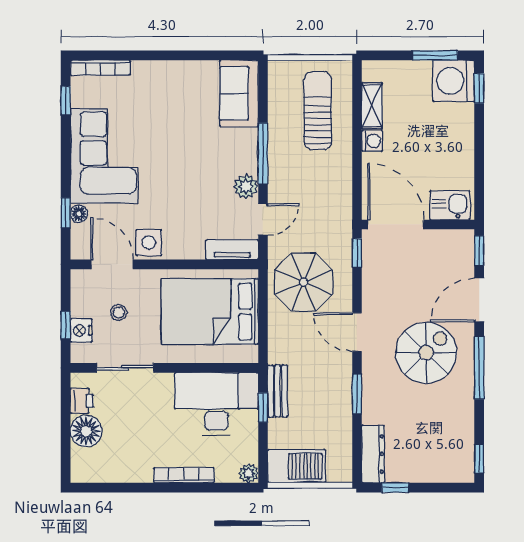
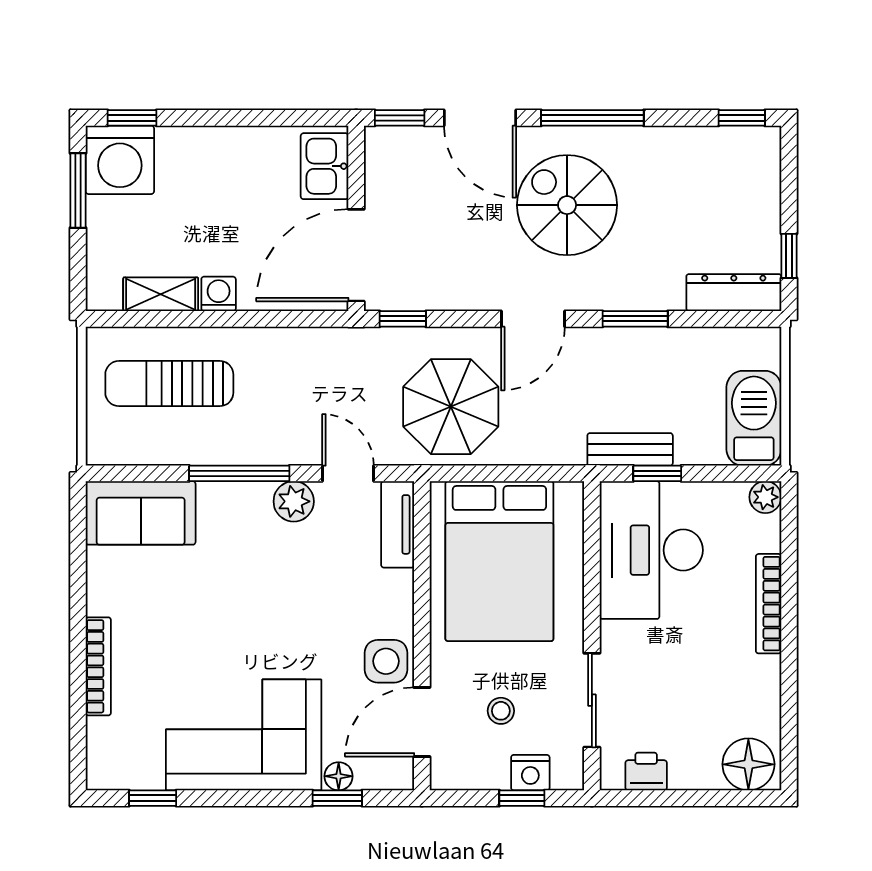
bookcase: (100, 68) -> (98, 666), moved
floor lamp: (86, 431) -> (748, 764), moved

